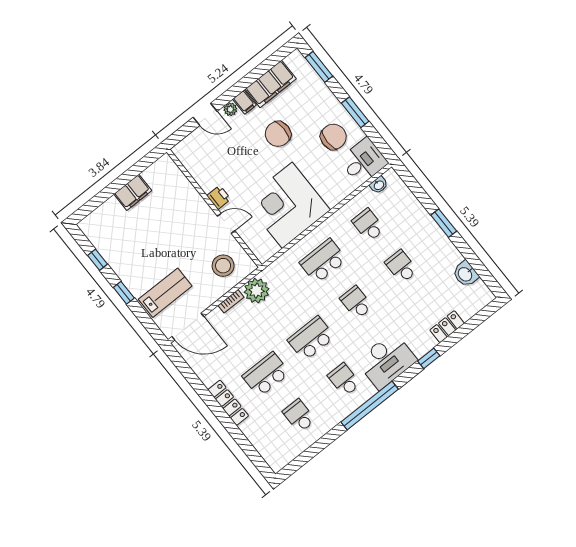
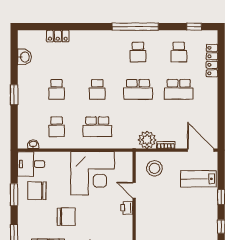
window: (429, 358) -> (194, 27), moved
desk: (387, 361) -> (106, 44), removed
locker: (228, 403) -> (212, 61), moved

